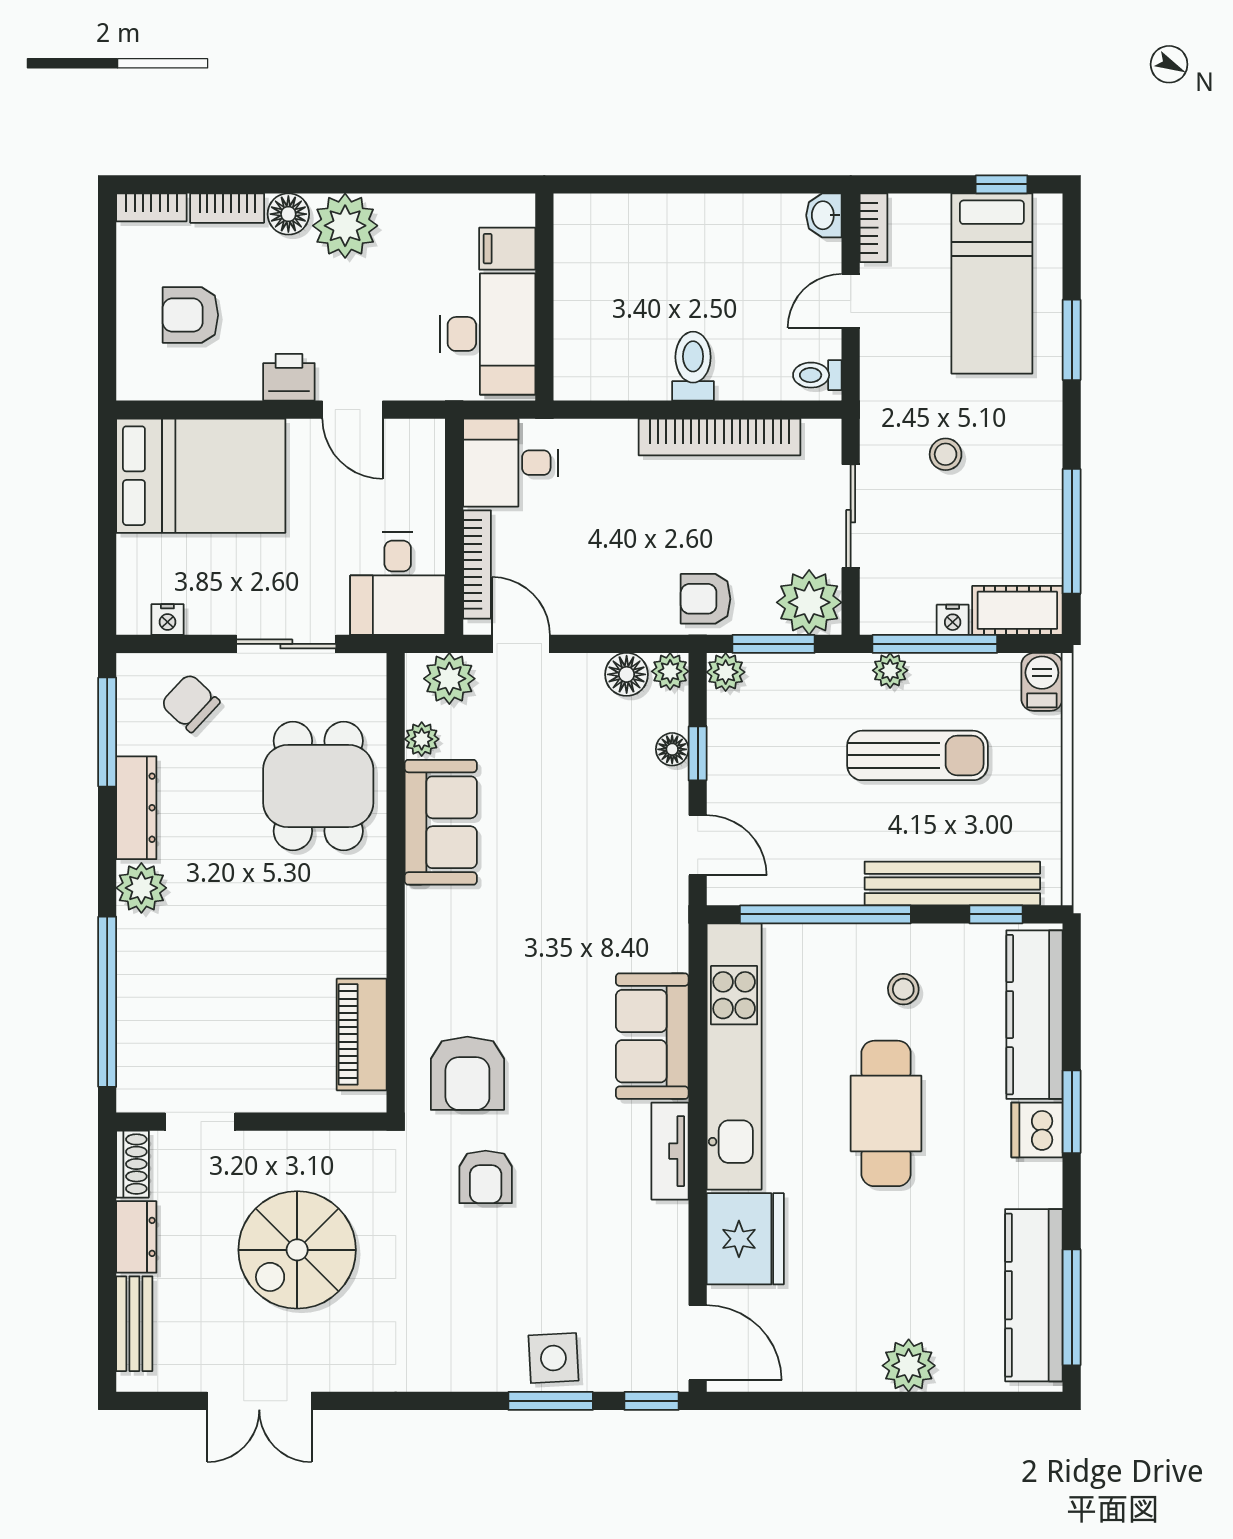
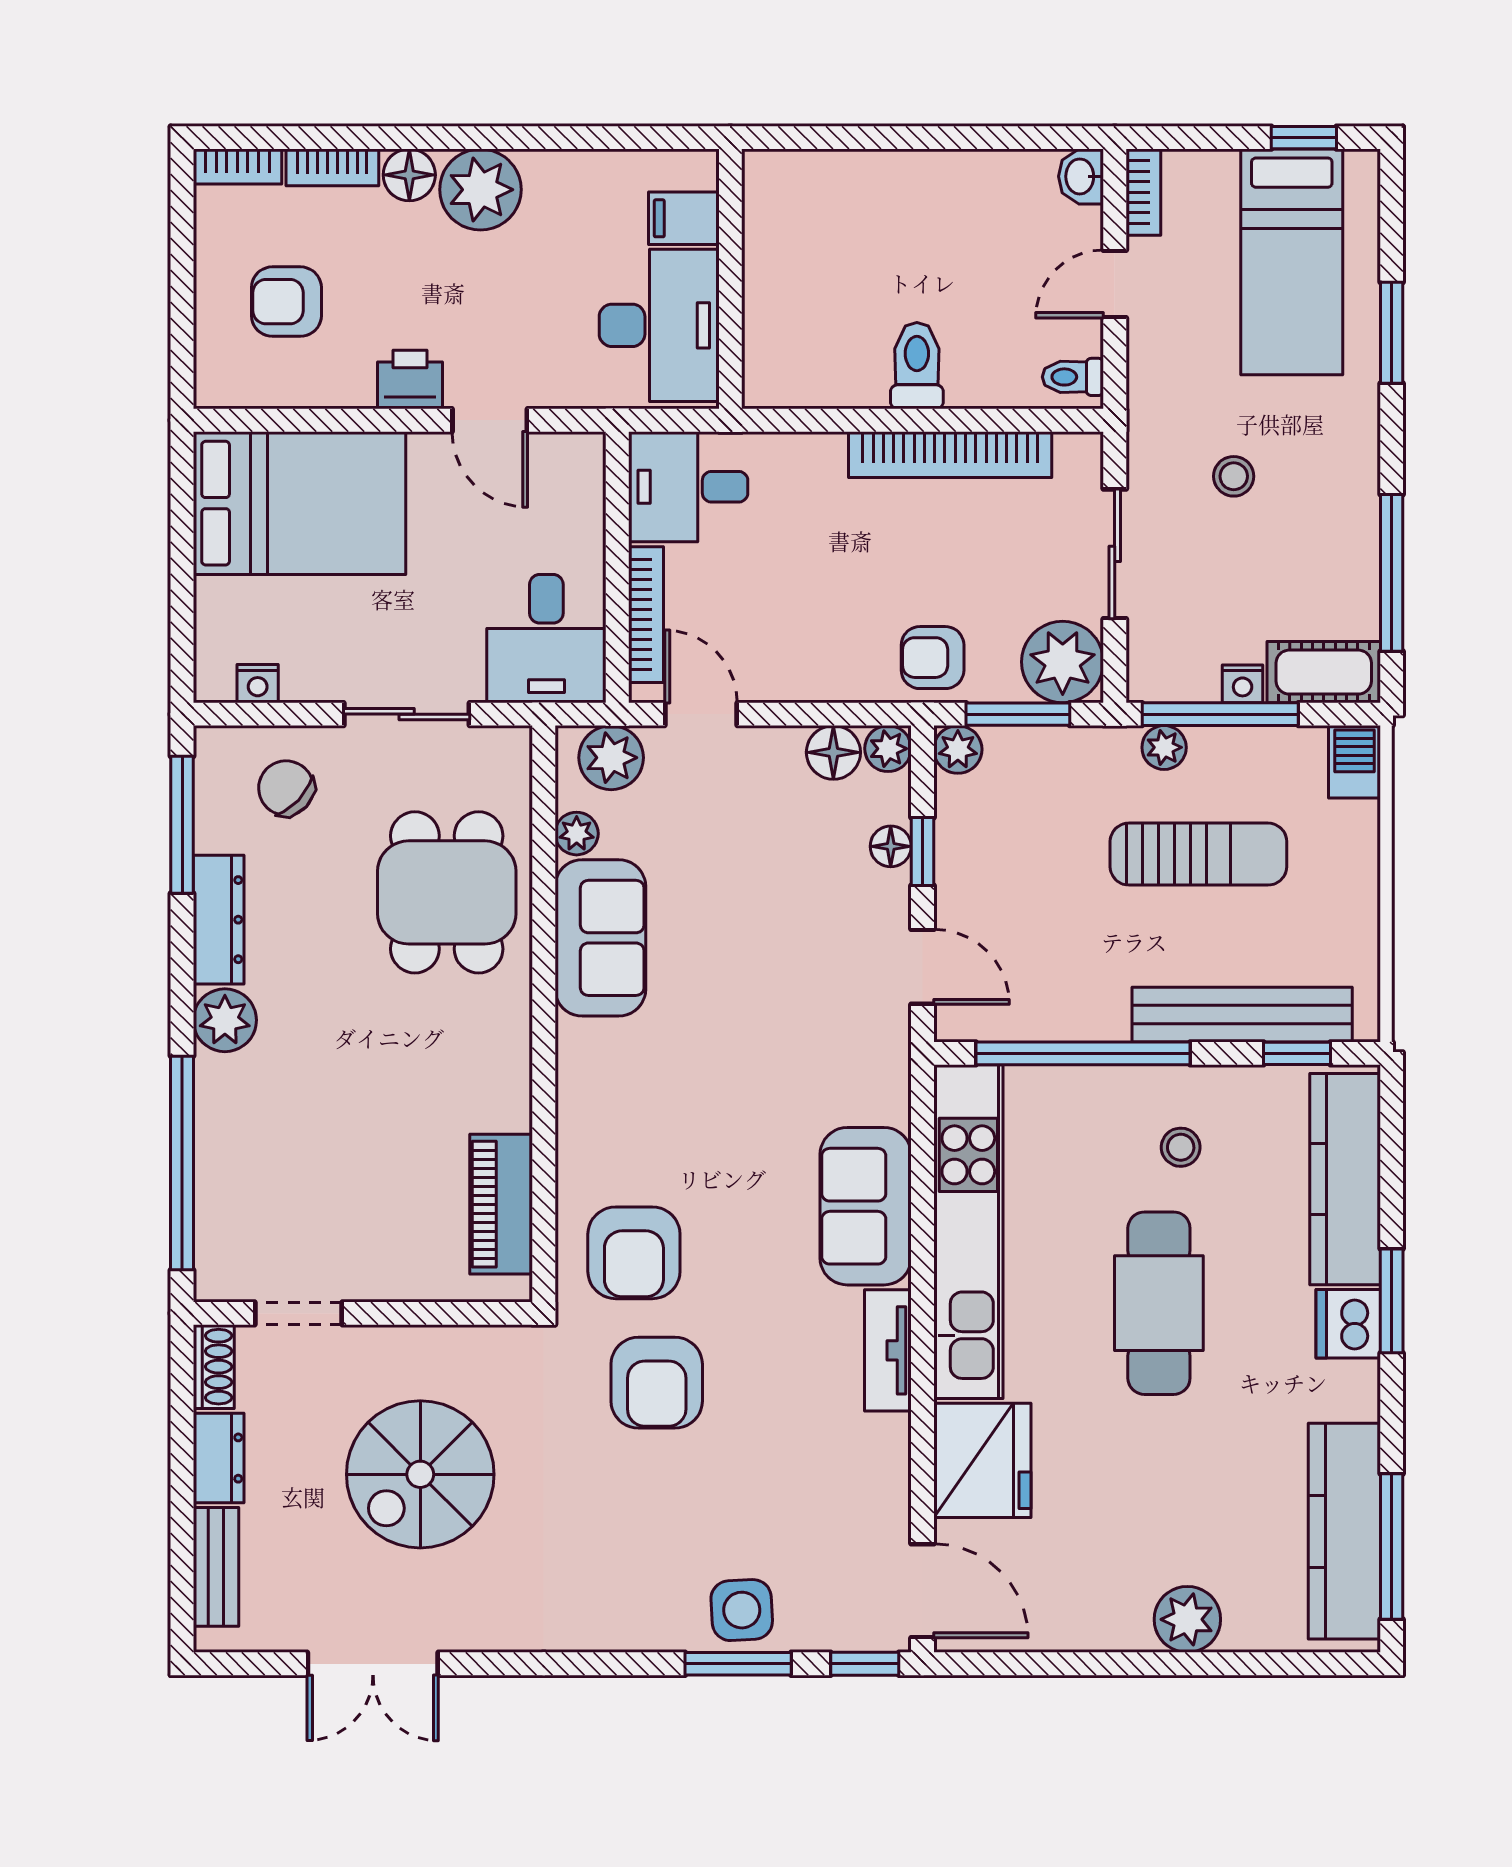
armchair: (486, 1177) -> (657, 1383), width x1.38, depth x1.38

